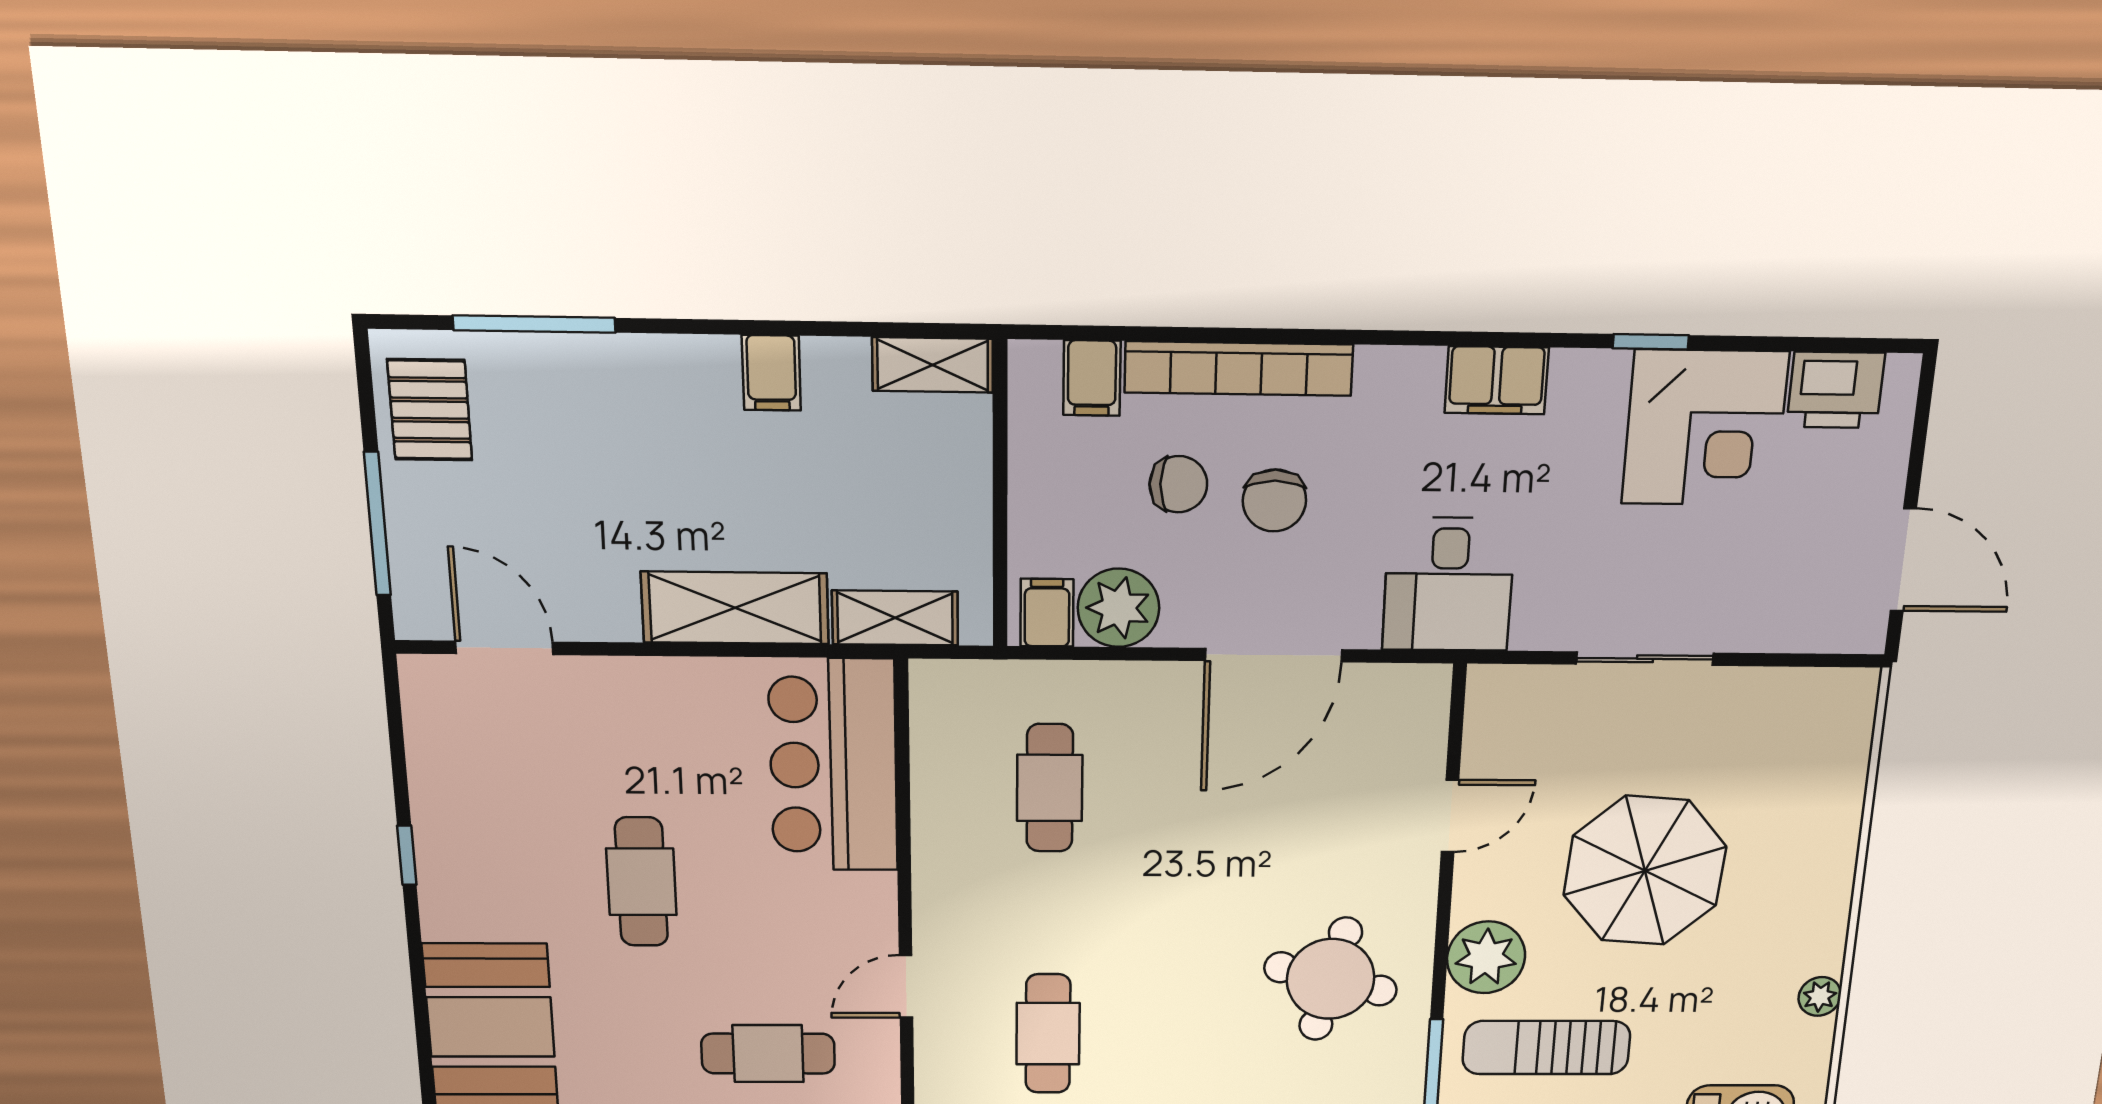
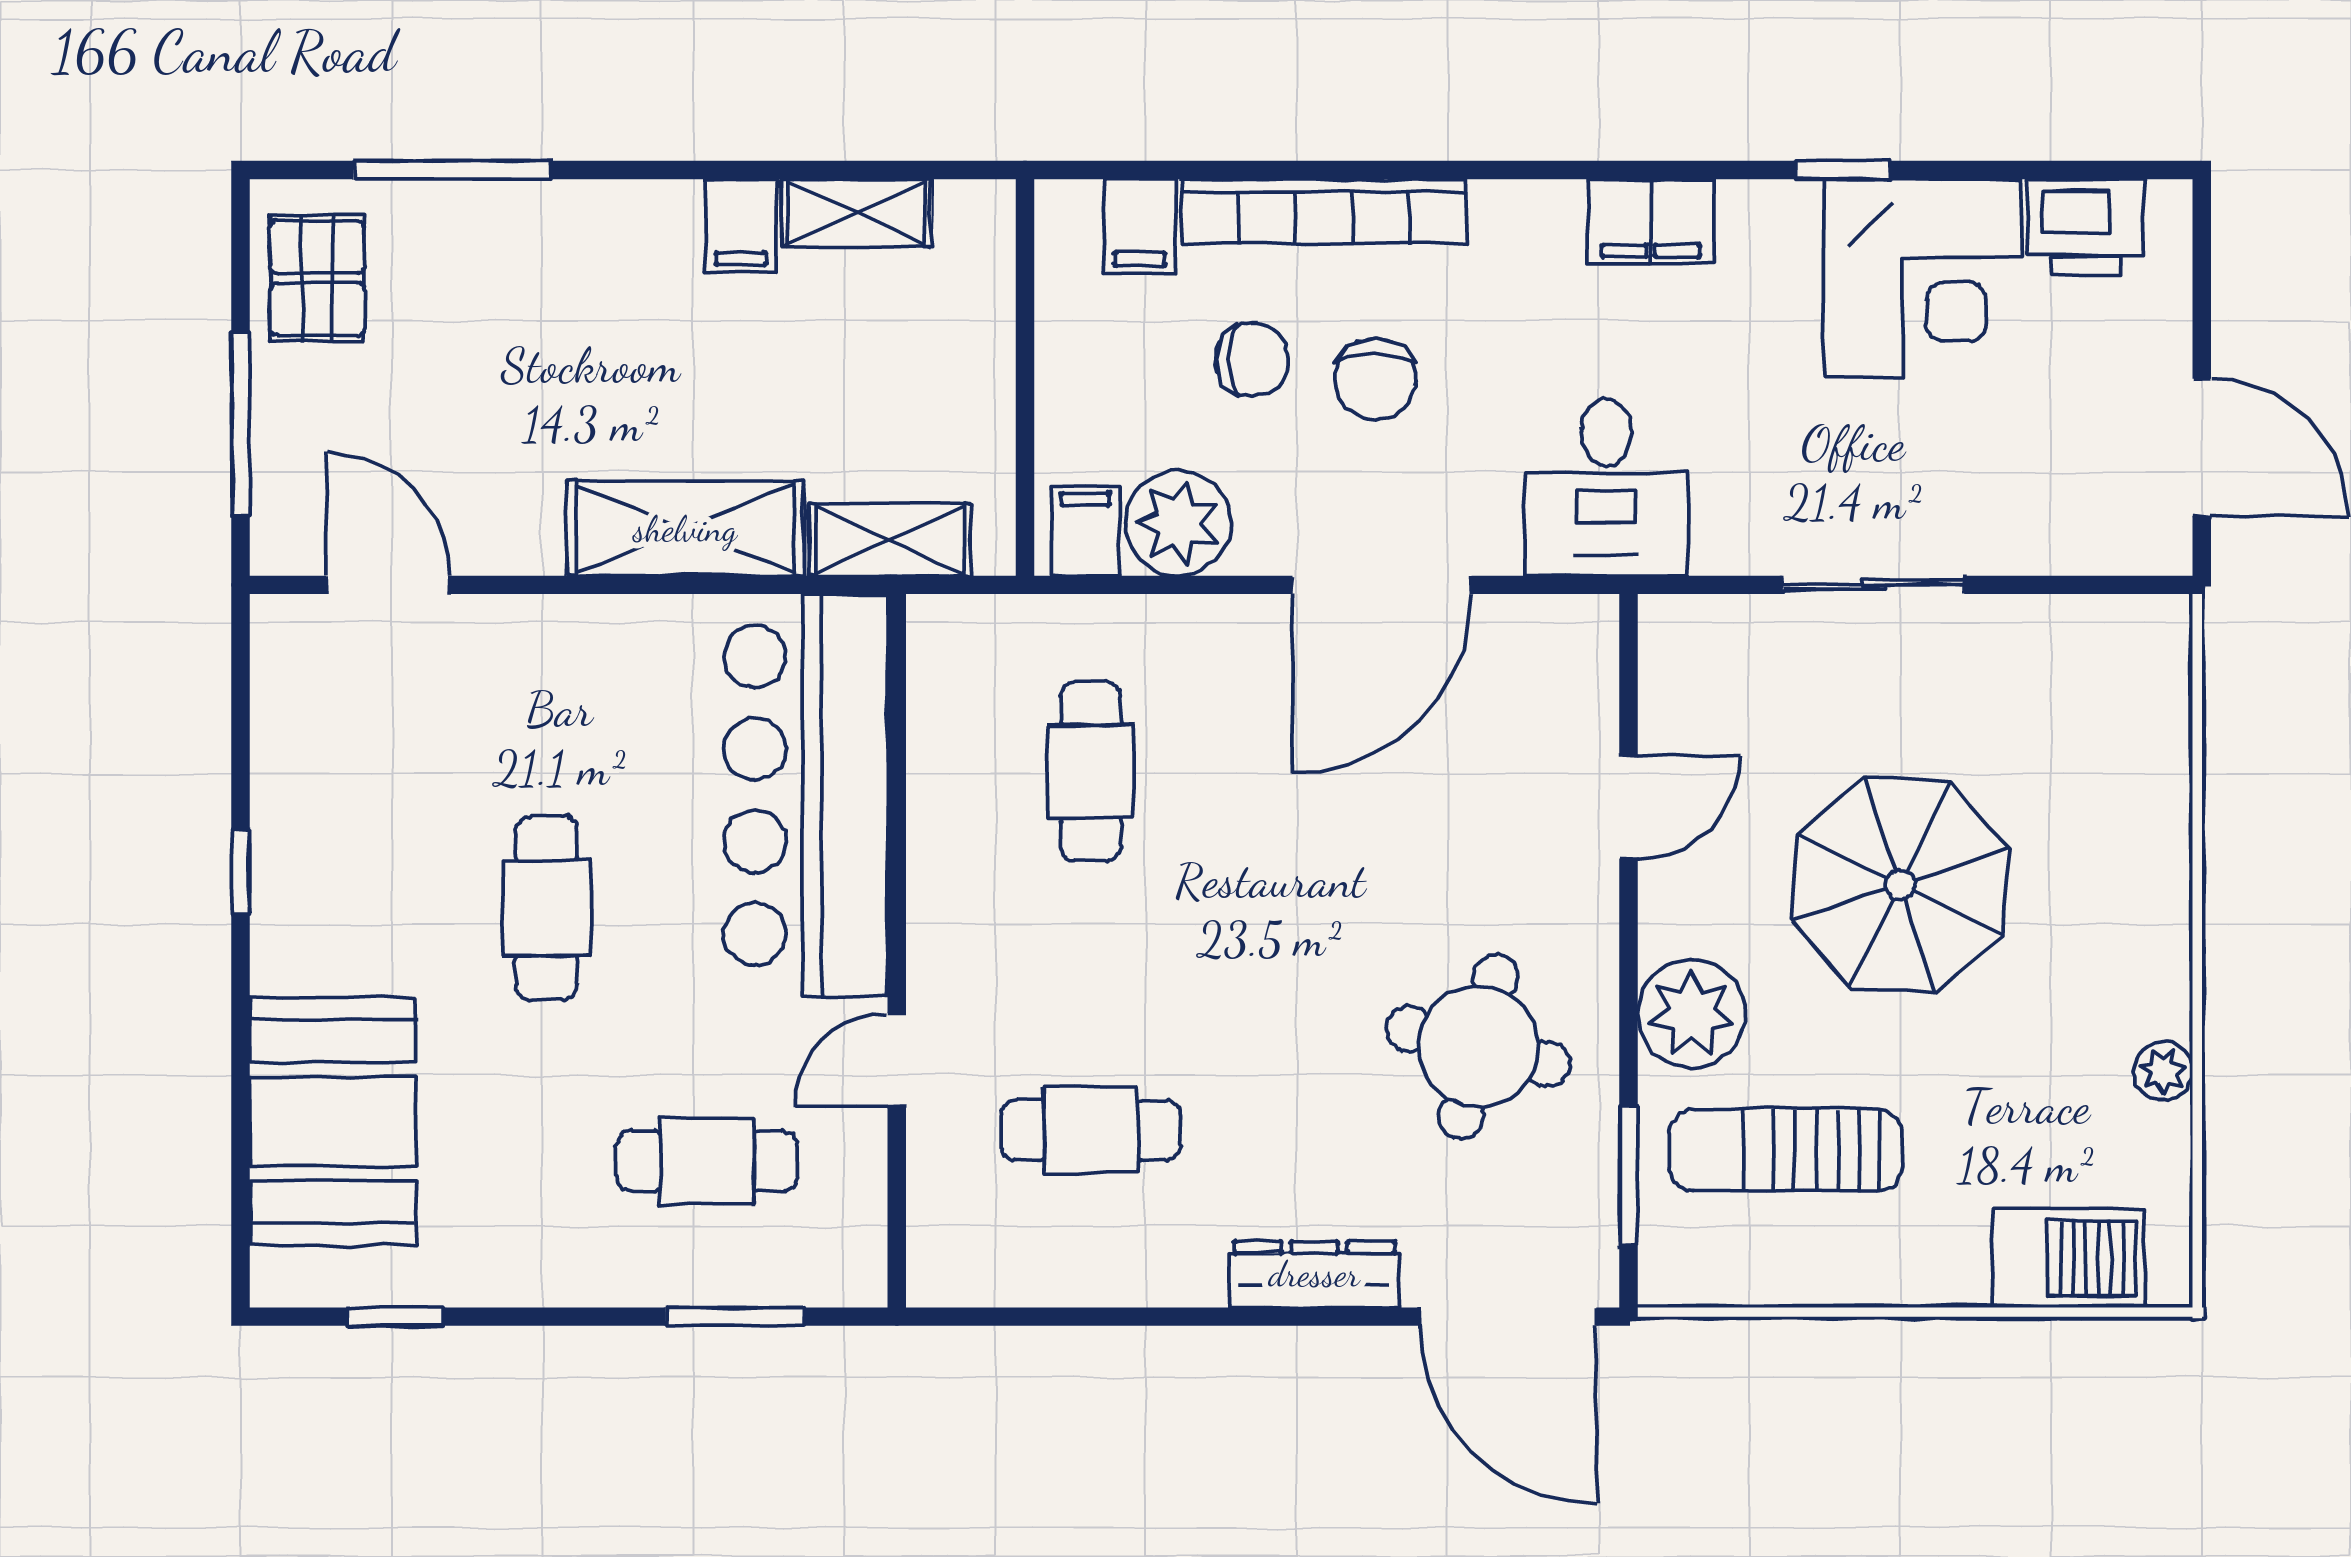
shelving: (933, 365) -> (857, 213), moved
bar counter: (833, 765) -> (806, 795), width x1.36
cafe table: (1048, 1034) -> (1091, 1130), turned 90

